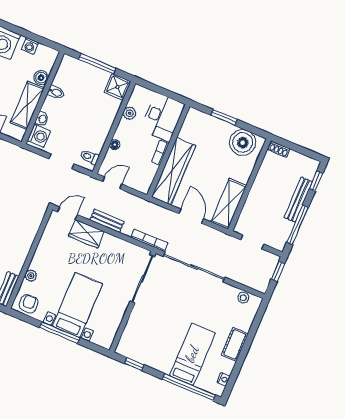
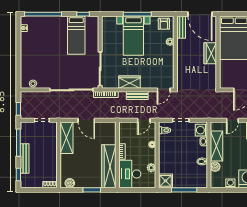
boiler: (243, 143) -> (70, 183), width x0.54, depth x0.54
wardrobe: (174, 171) -> (109, 166), moved
wardrobe: (86, 234) -> (130, 82), moved
cot: (235, 344) -> (26, 52), removed
bed: (192, 354) -> (76, 35), moved

